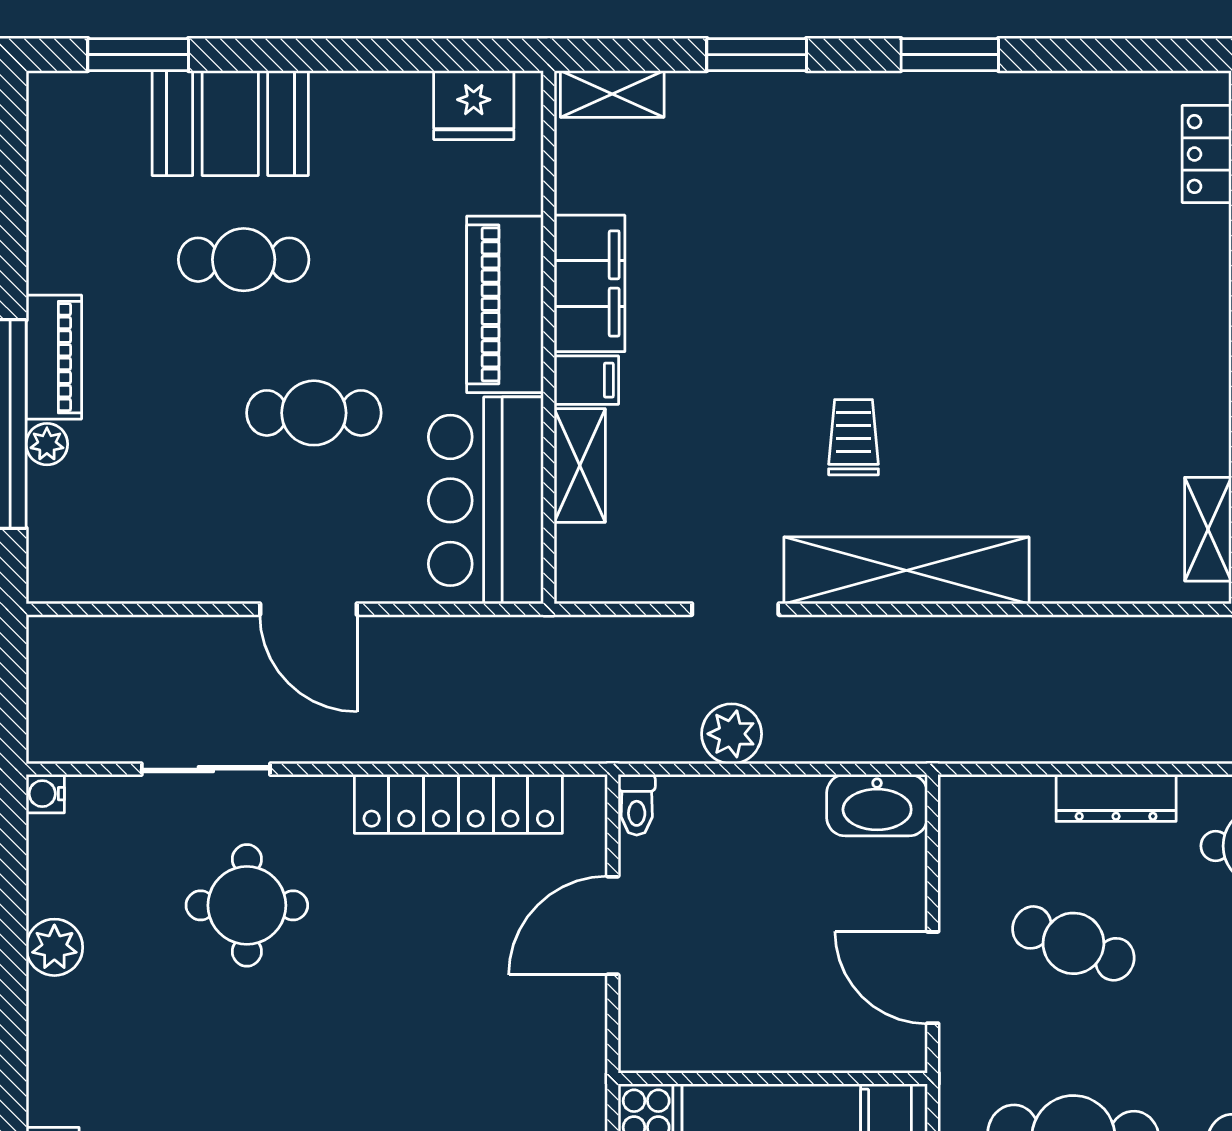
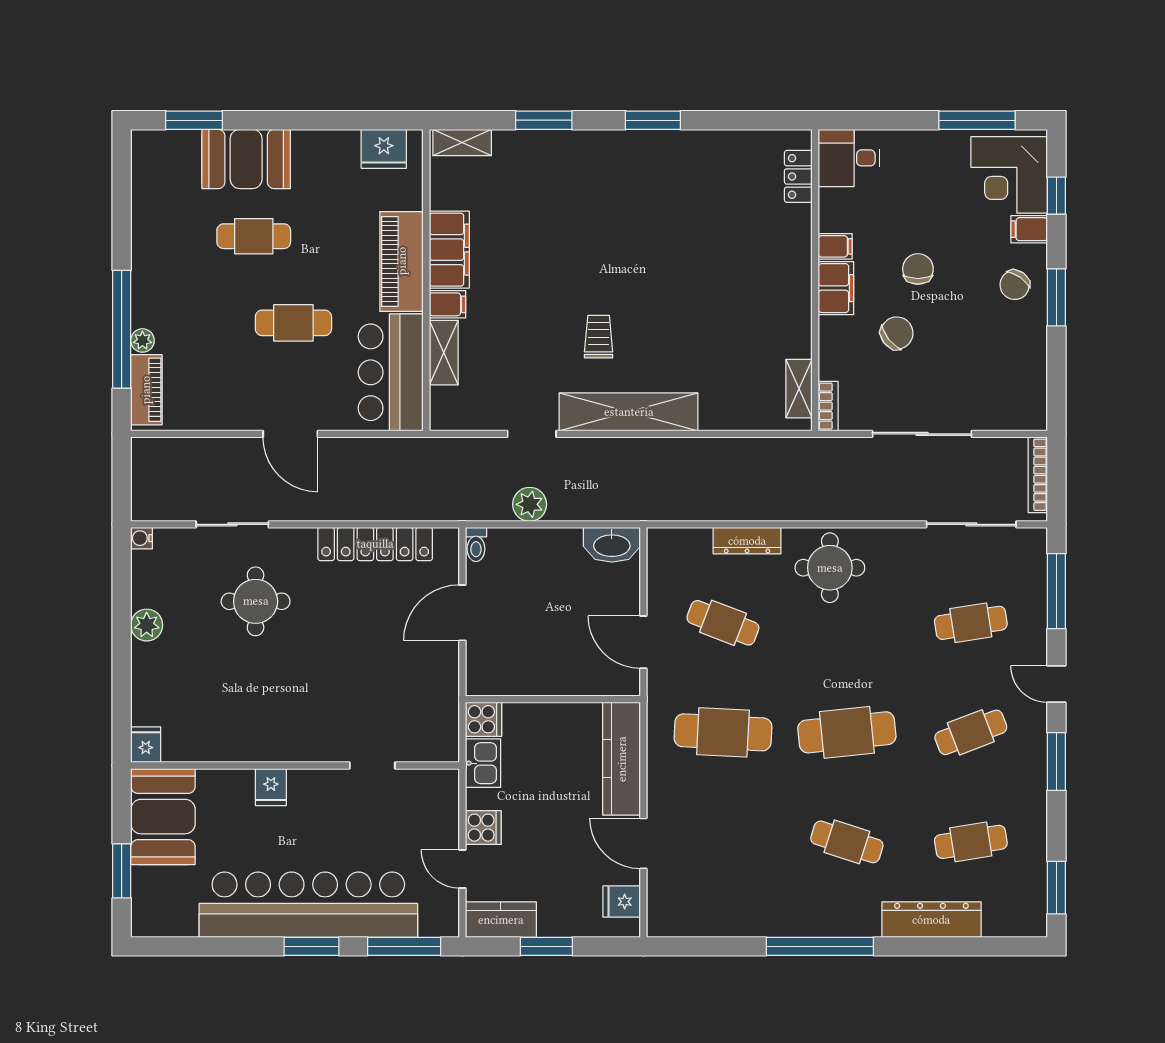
piano: (54, 357) -> (146, 390), moved

